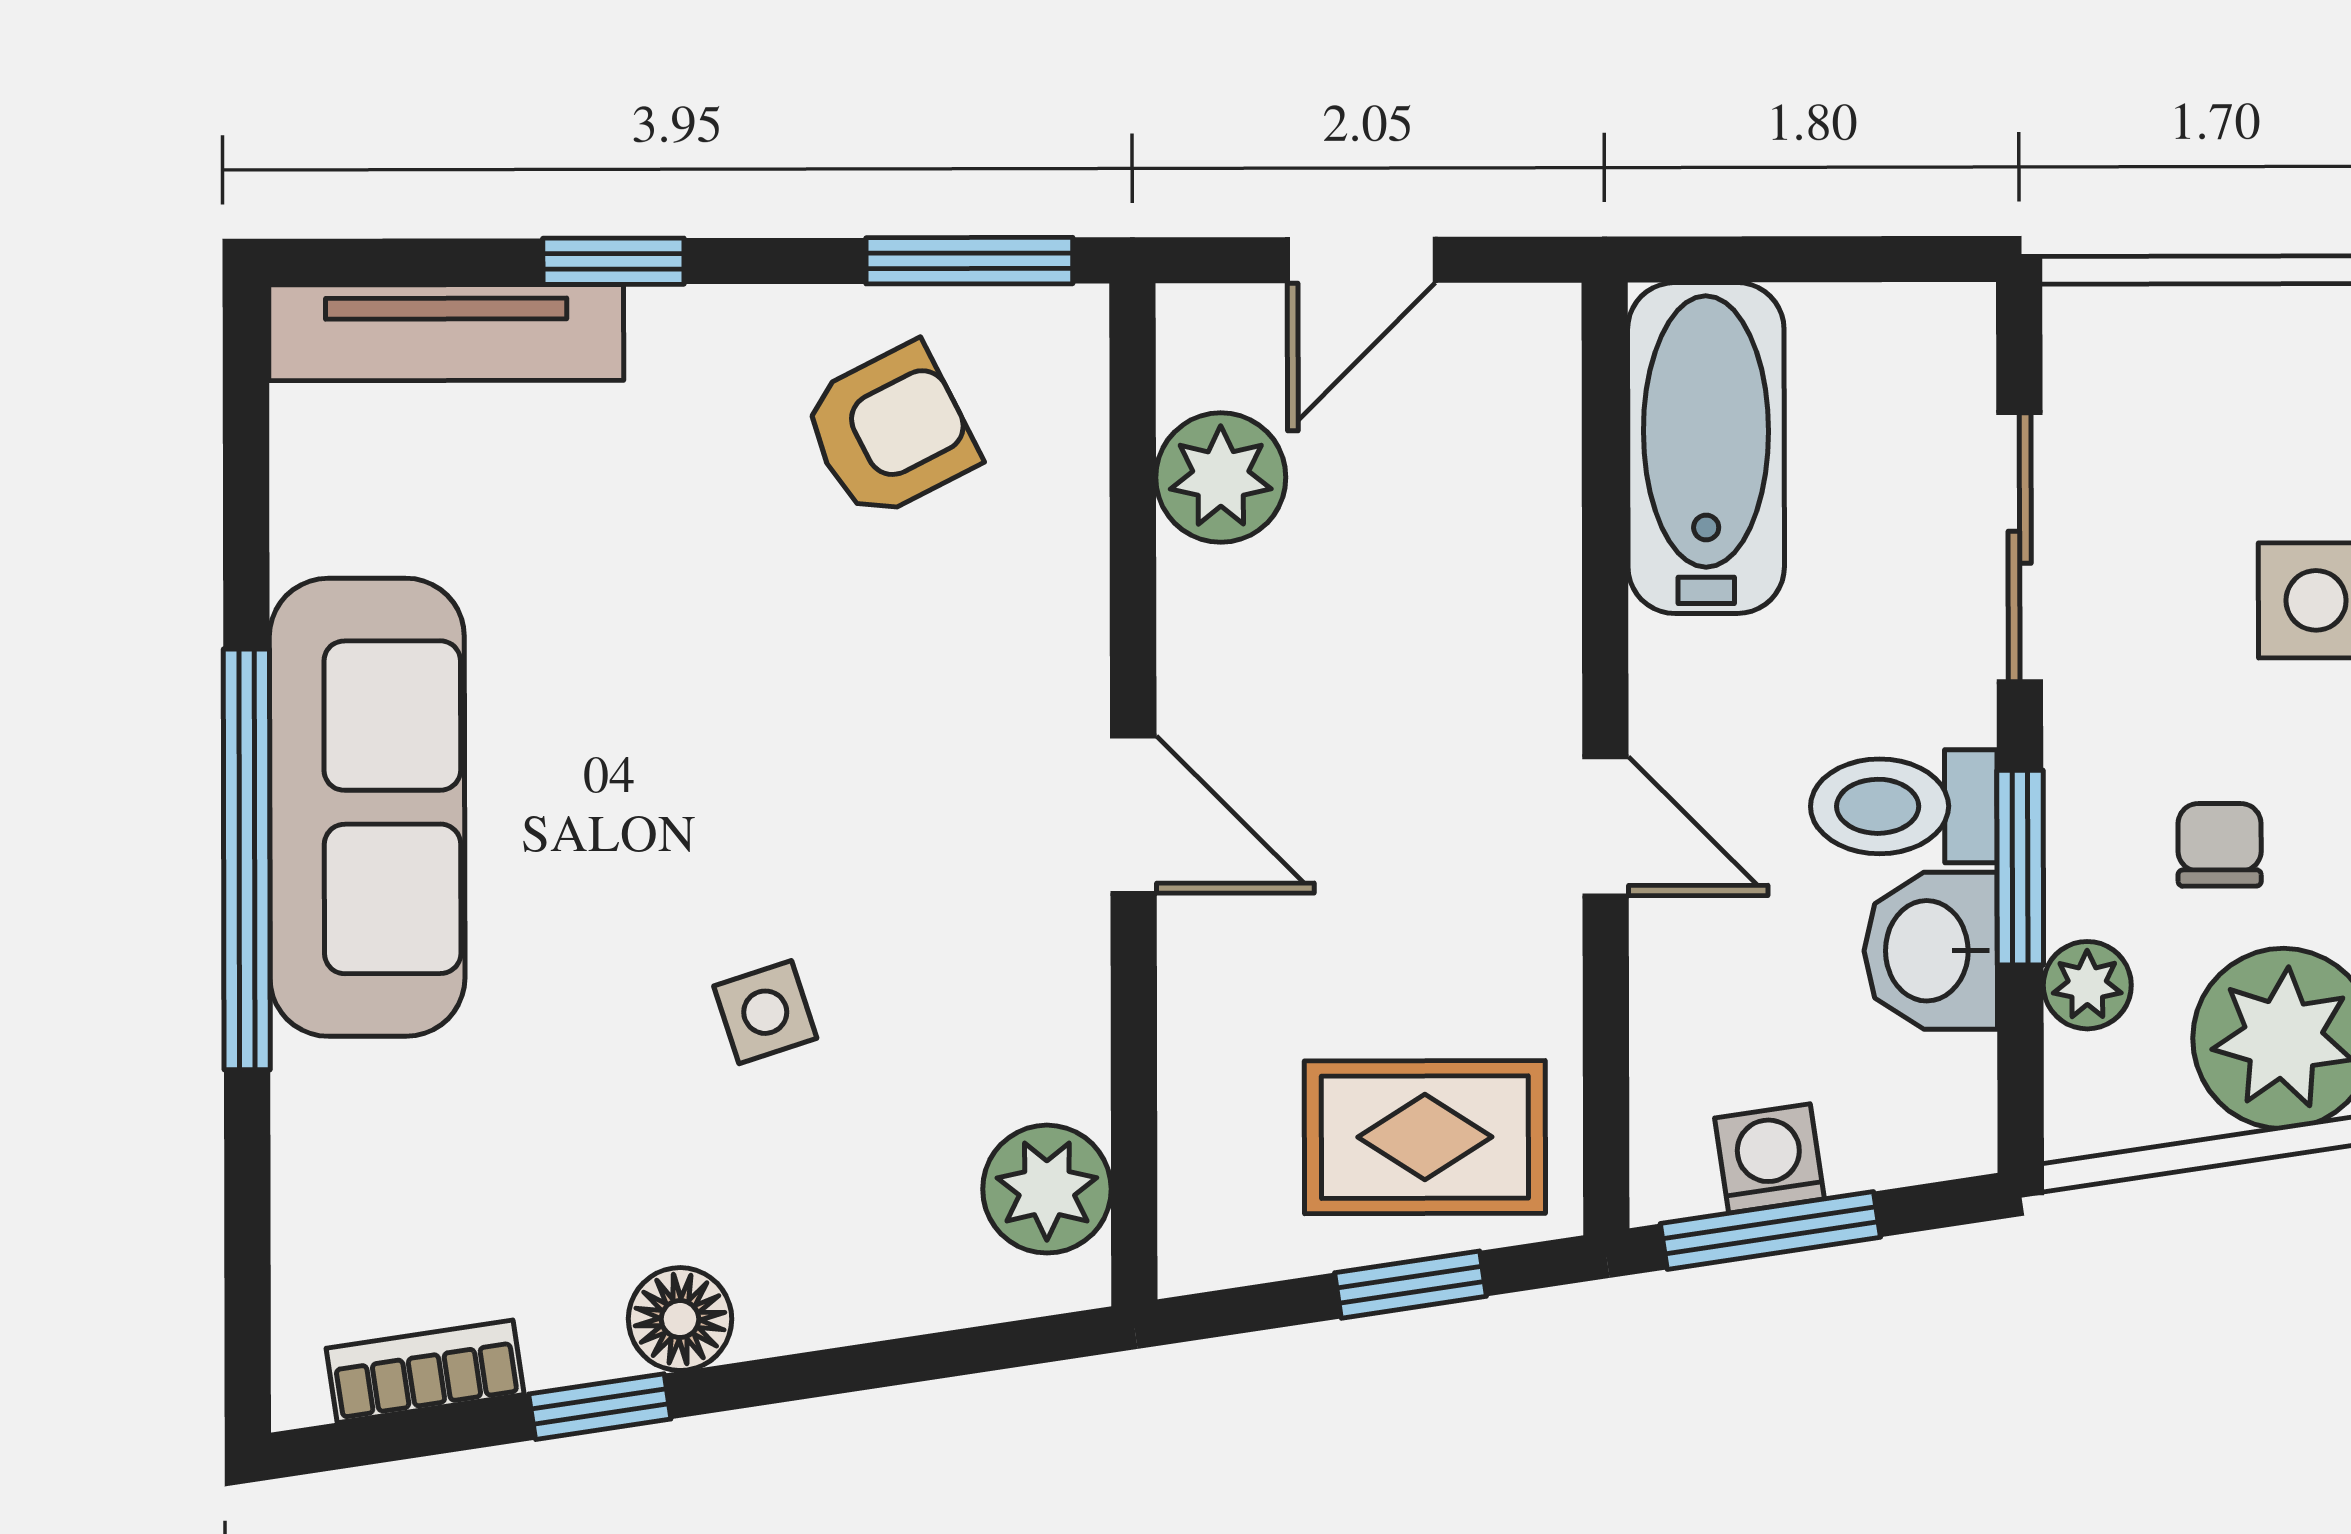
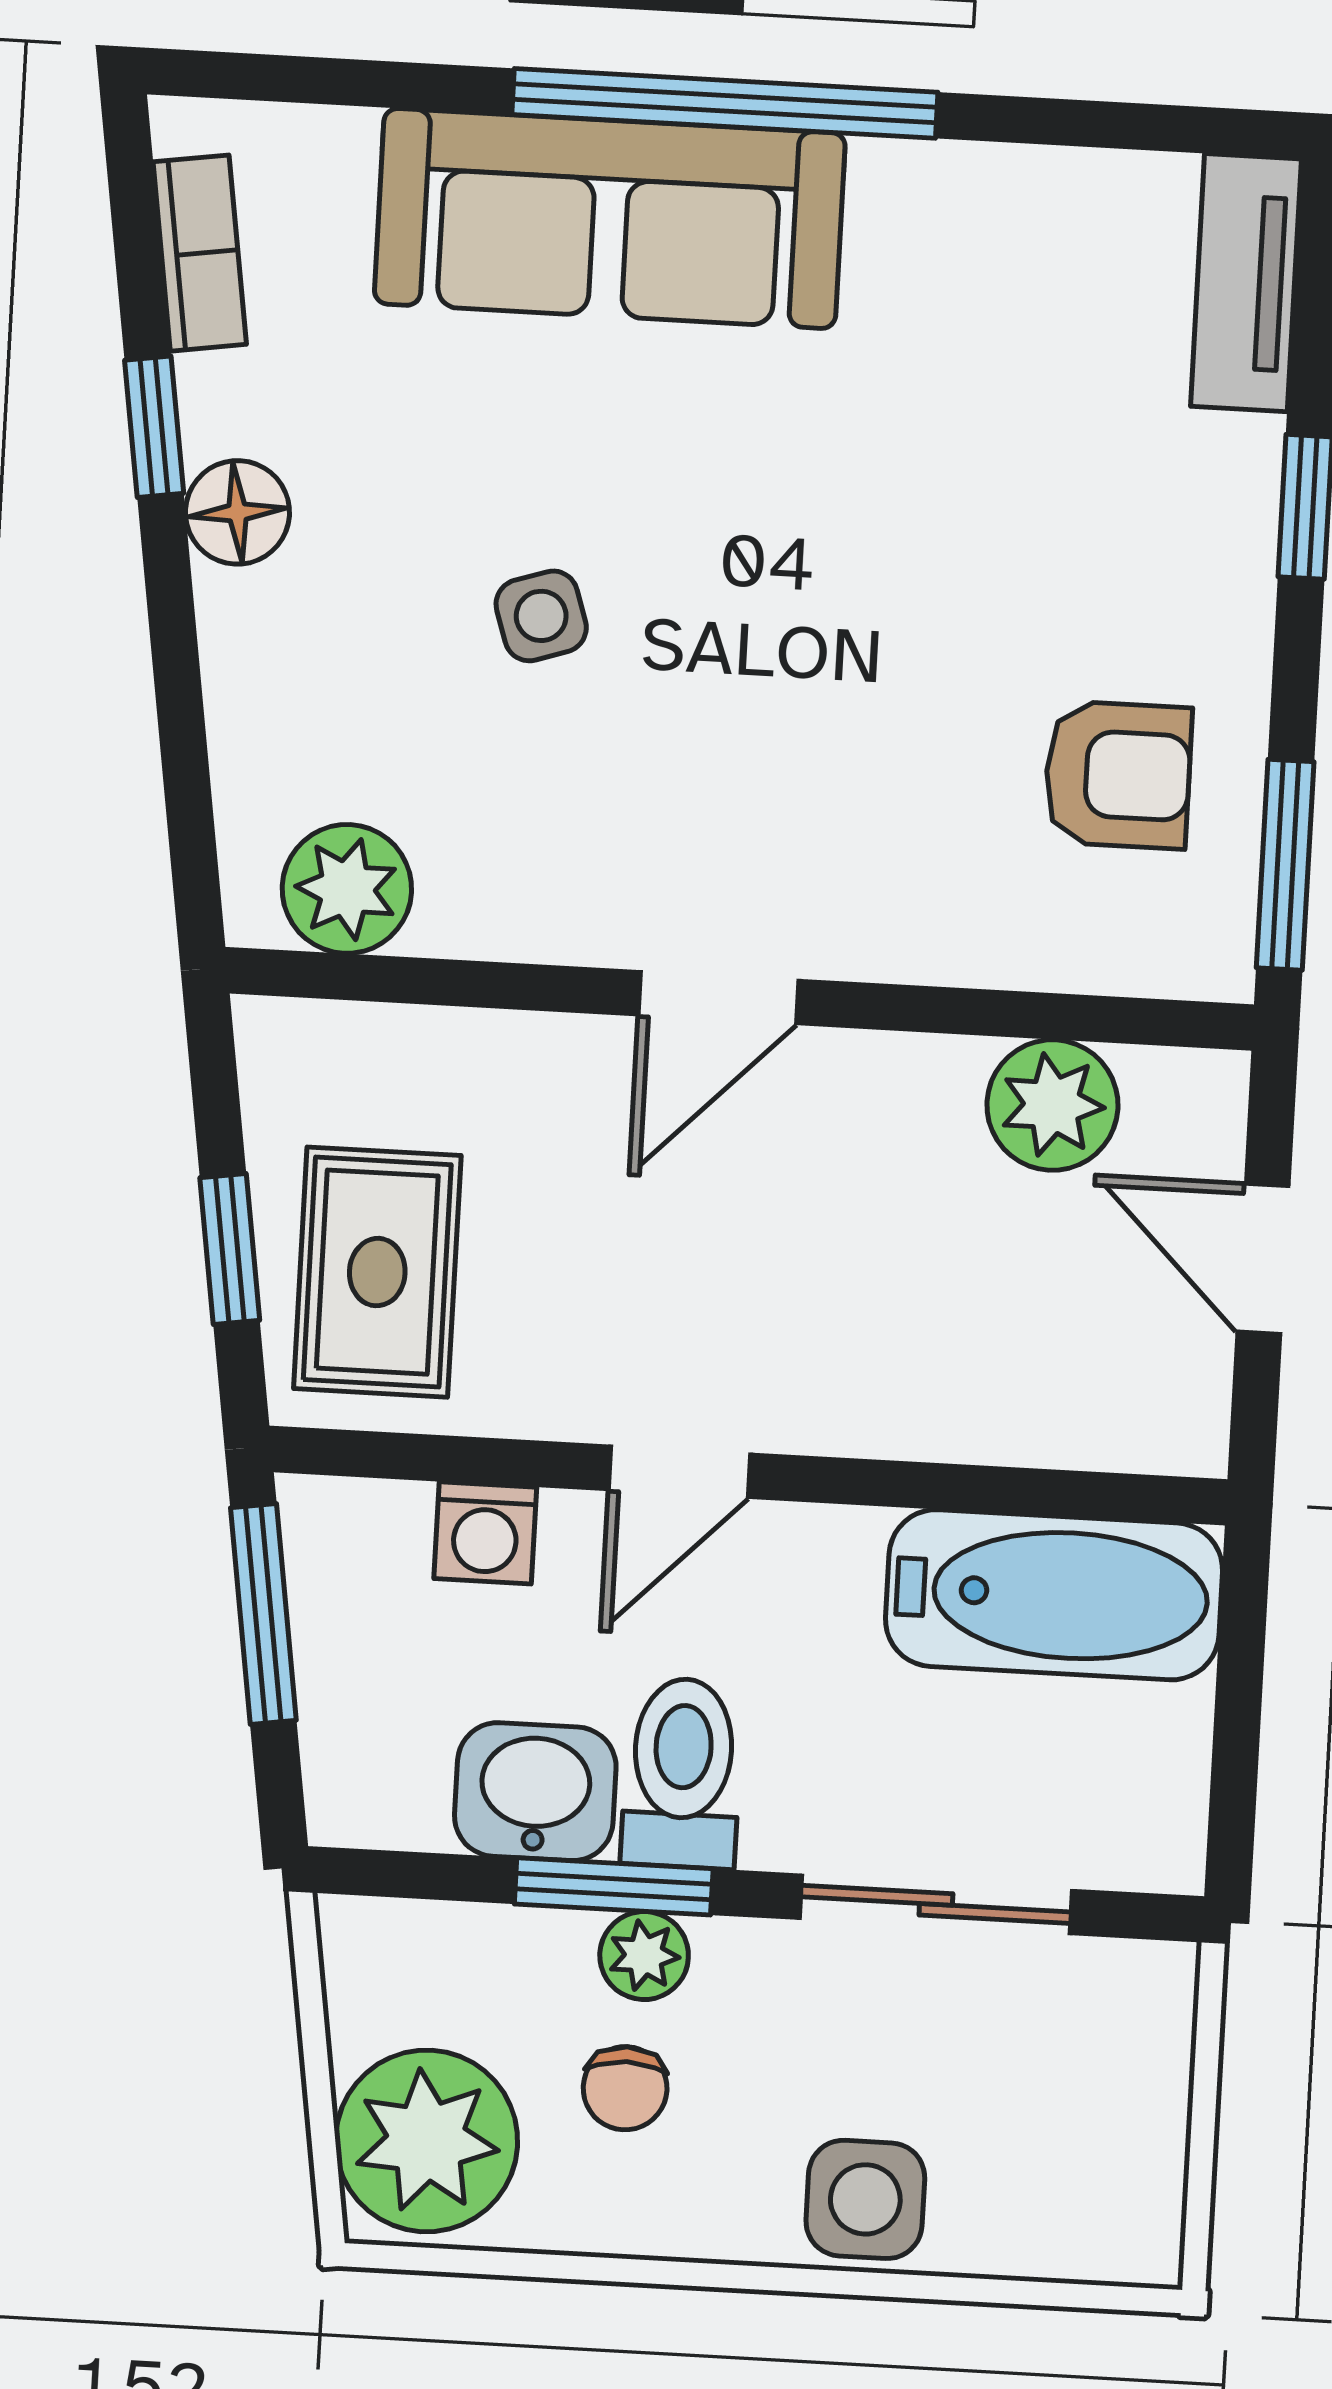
tv unit: (446, 333) -> (1246, 283), width x0.71
armchair: (890, 432) -> (1118, 775), turned -63
sofa: (367, 807) -> (610, 218), moved
chair: (2220, 845) -> (625, 2088), turned 90
plant: (2087, 985) -> (644, 1956), moved
washing machine: (1769, 1158) -> (485, 1533), moved, turned 98

